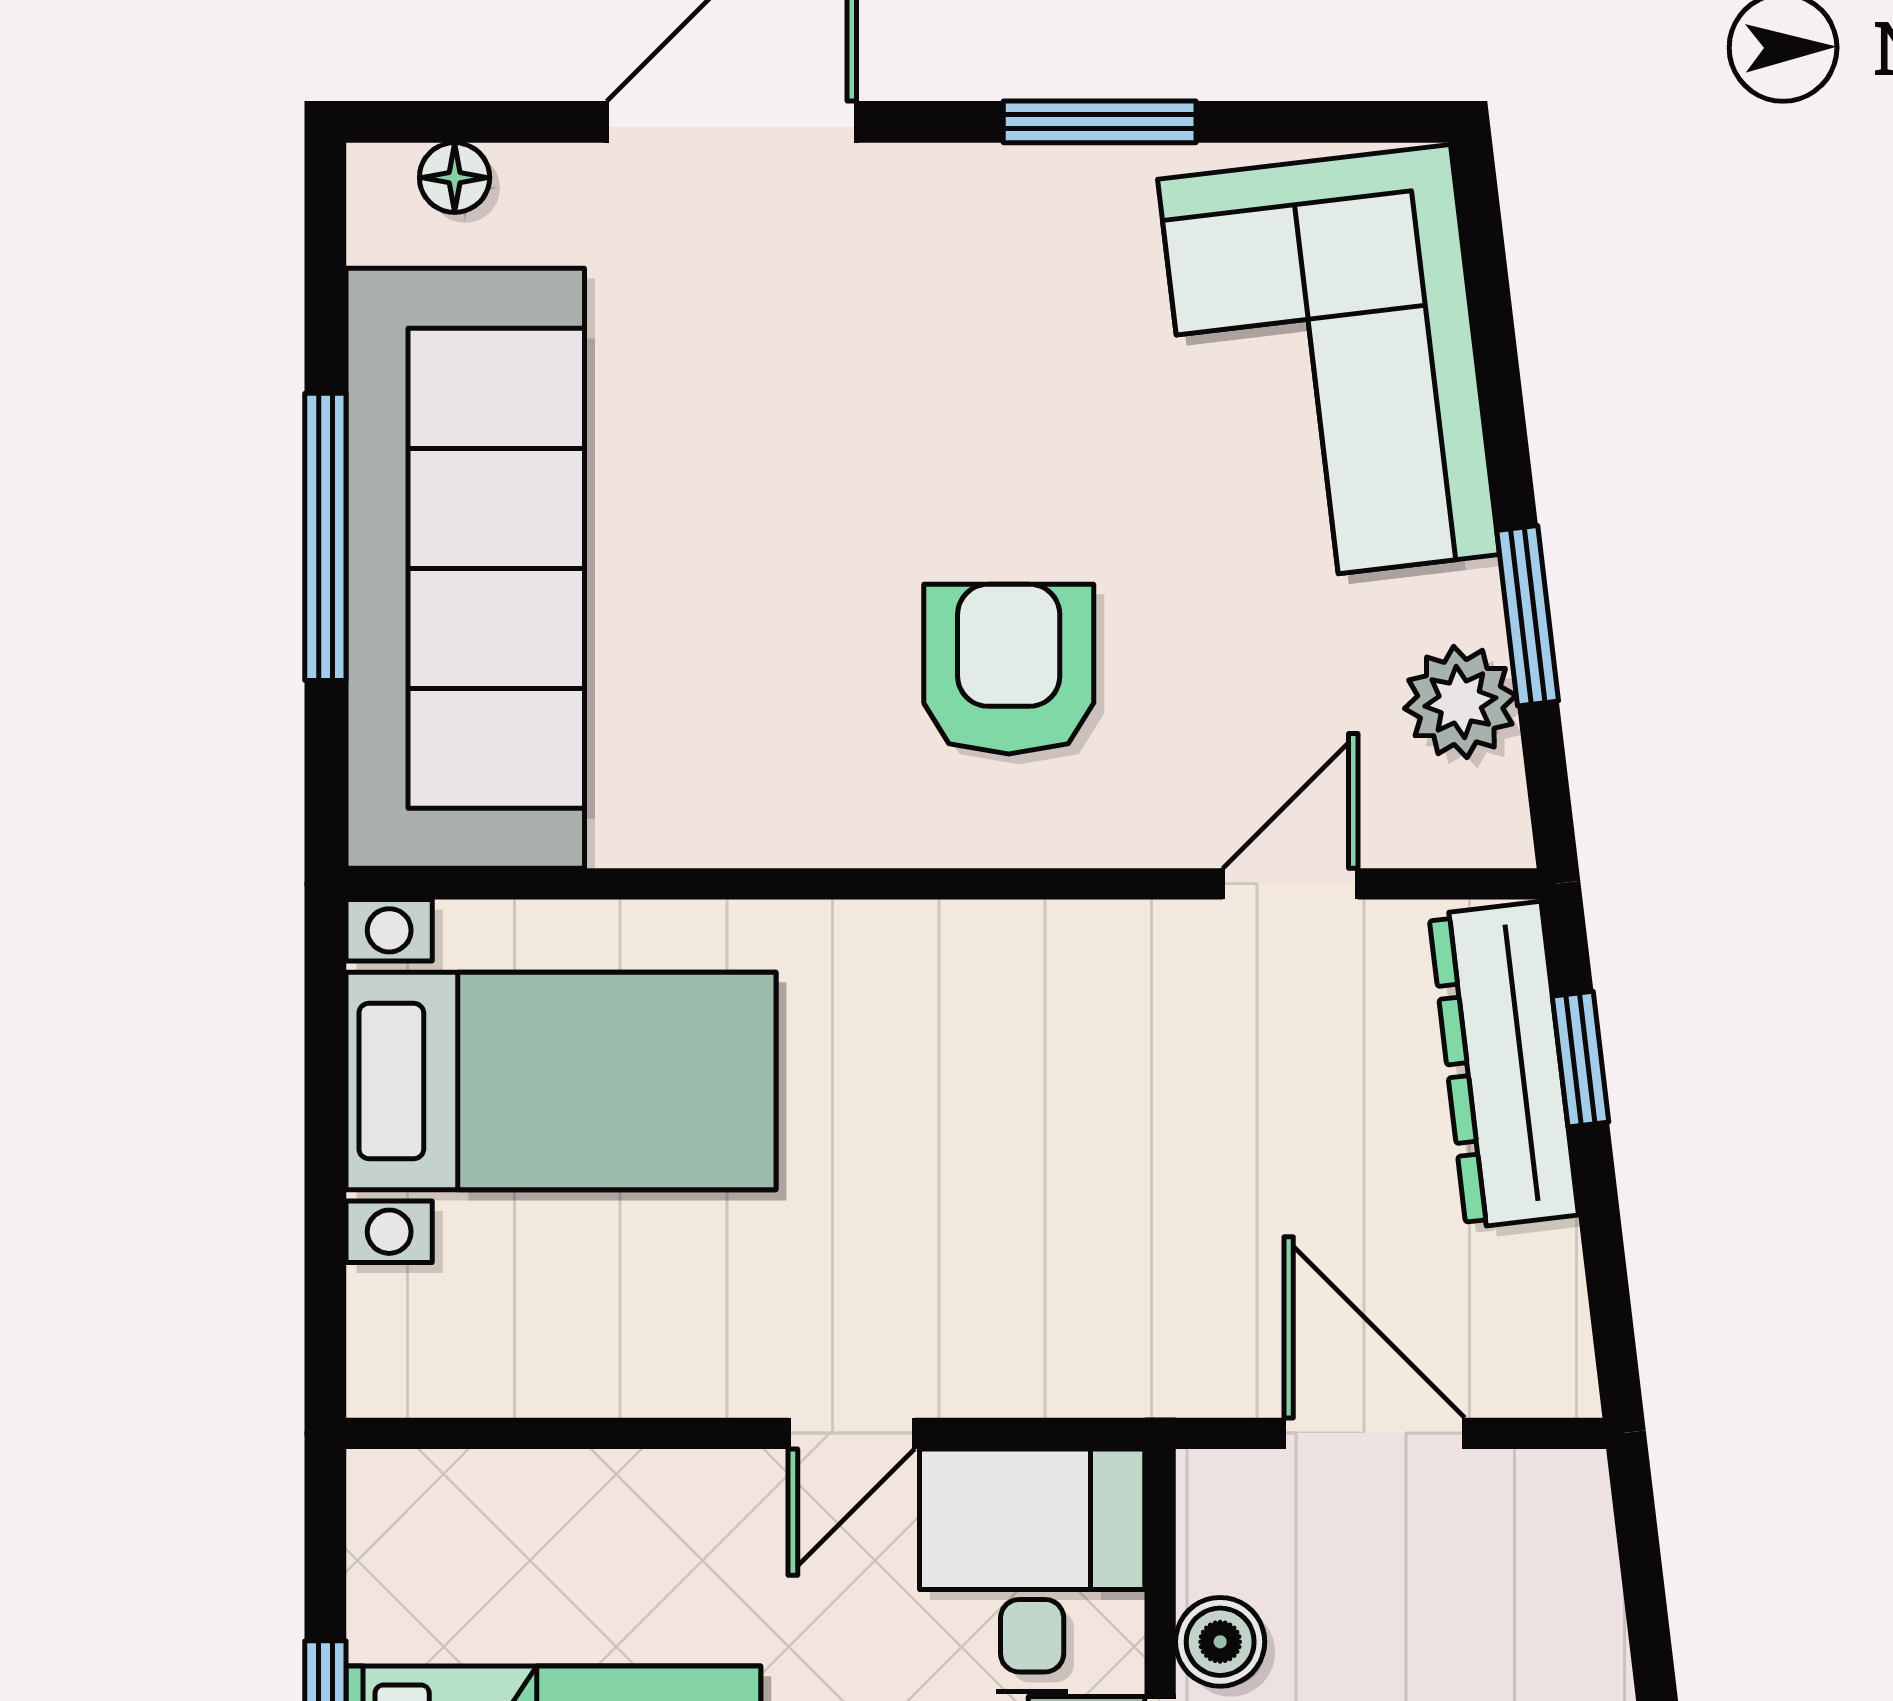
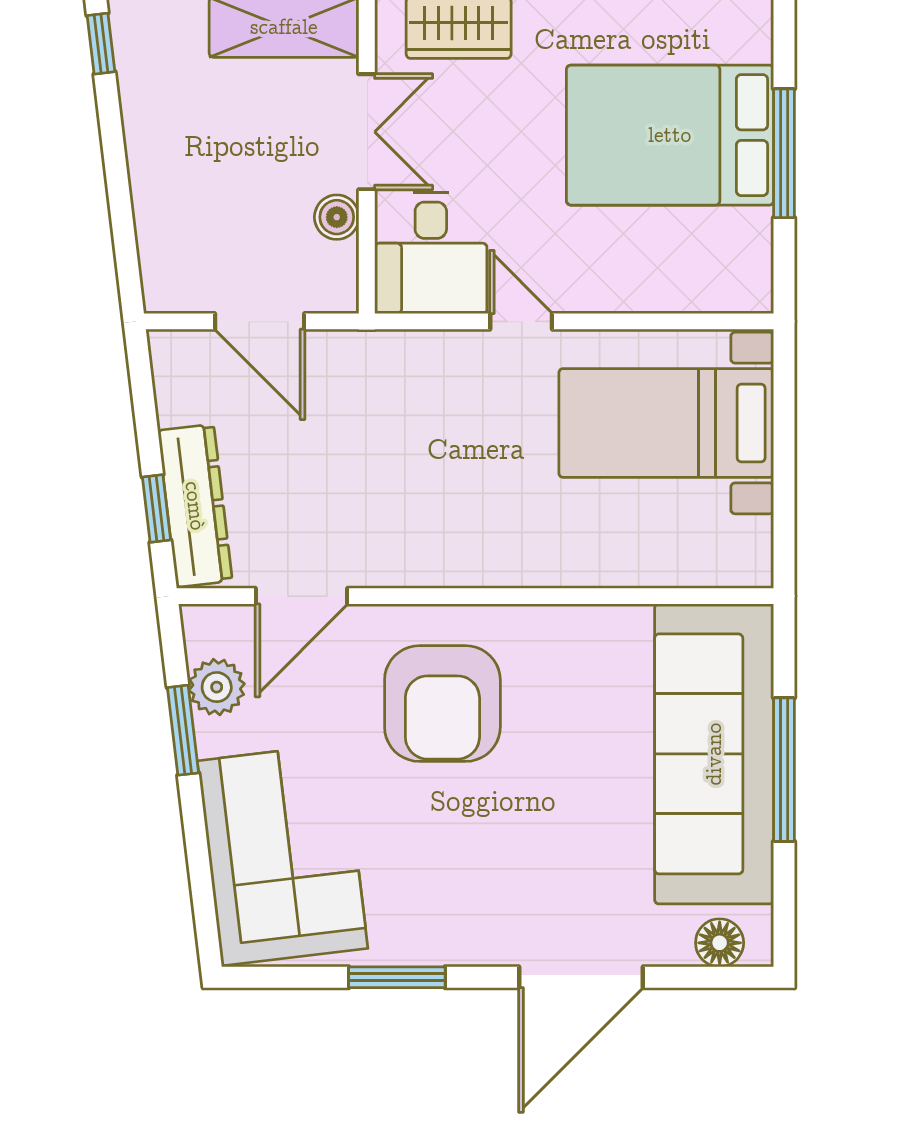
floor lamp: (455, 178) -> (720, 943), width x1.37, depth x1.37
armchair: (1009, 669) -> (442, 704), width x1.36, depth x1.36
door: (1290, 884) -> (302, 596), width x1.38
bed with nightstands: (561, 1081) -> (666, 423), moved
door: (851, 1433) -> (521, 321), hinge flipped

